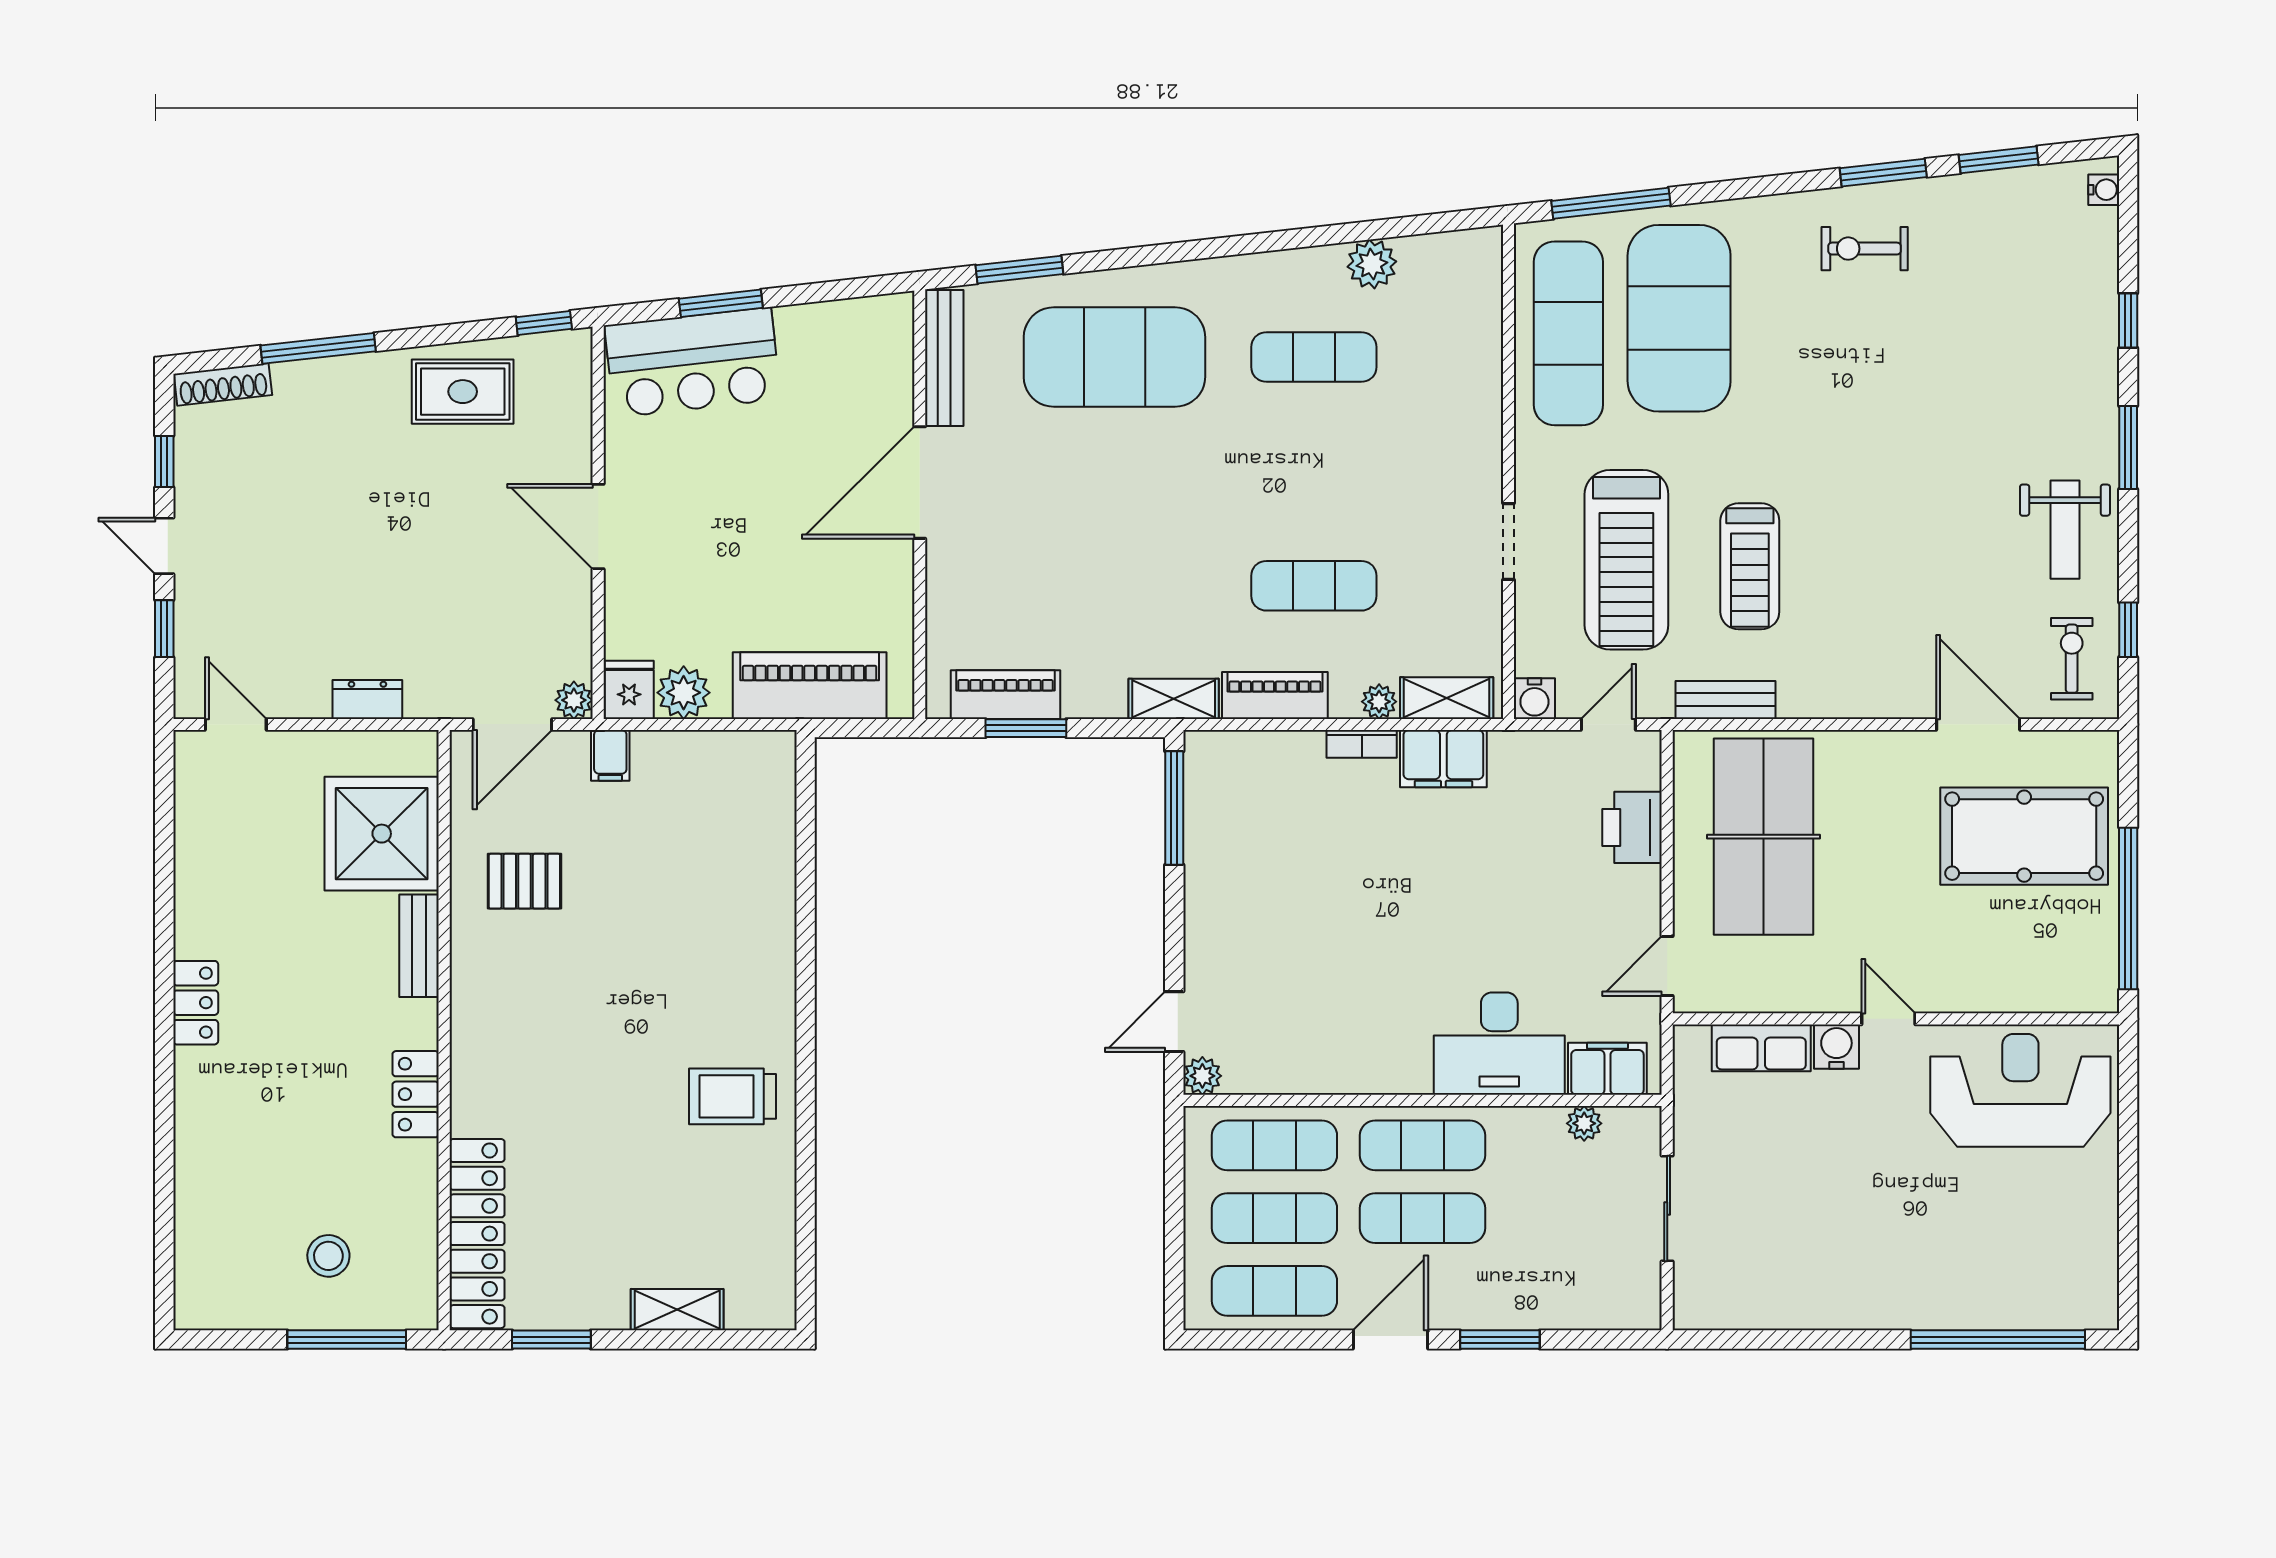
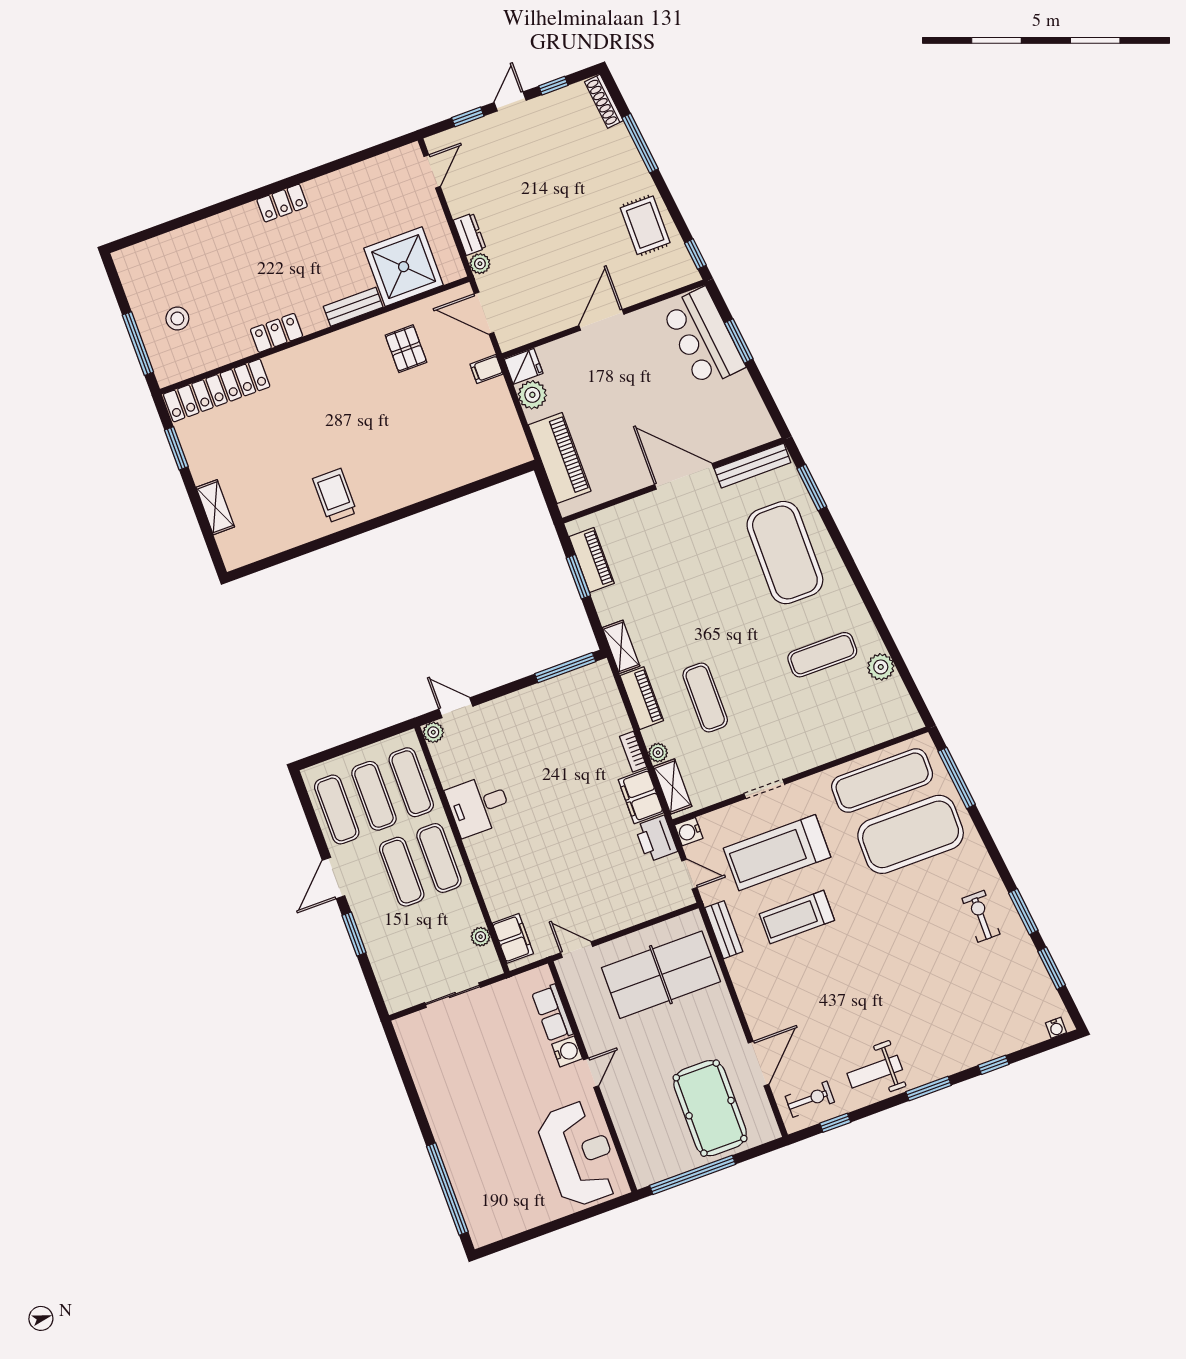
exercise mat: (1314, 357) -> (822, 655), turned 90
plant: (574, 700) -> (480, 264), moved
printer: (1632, 827) -> (656, 839), moved, turned -90
desk: (1499, 1044) -> (479, 805), moved, width x0.73
door: (1390, 1340) -> (334, 878), swing flipped

